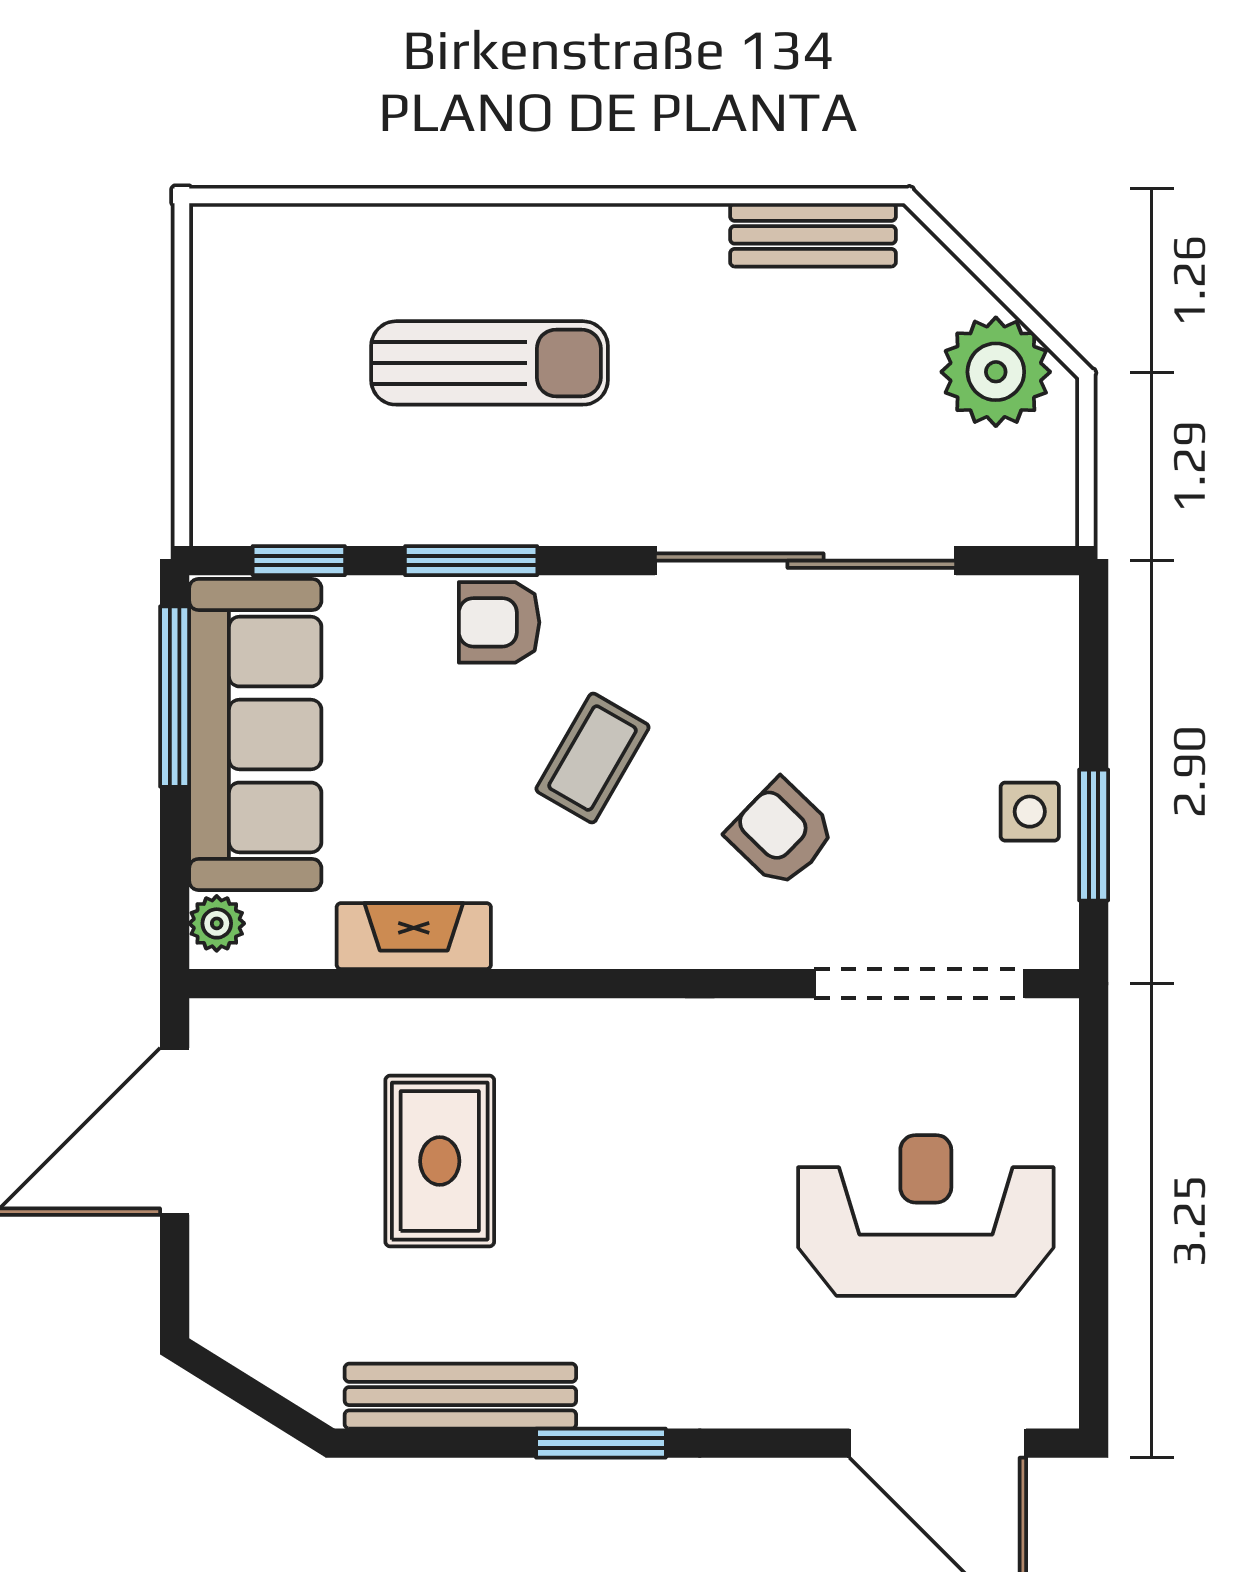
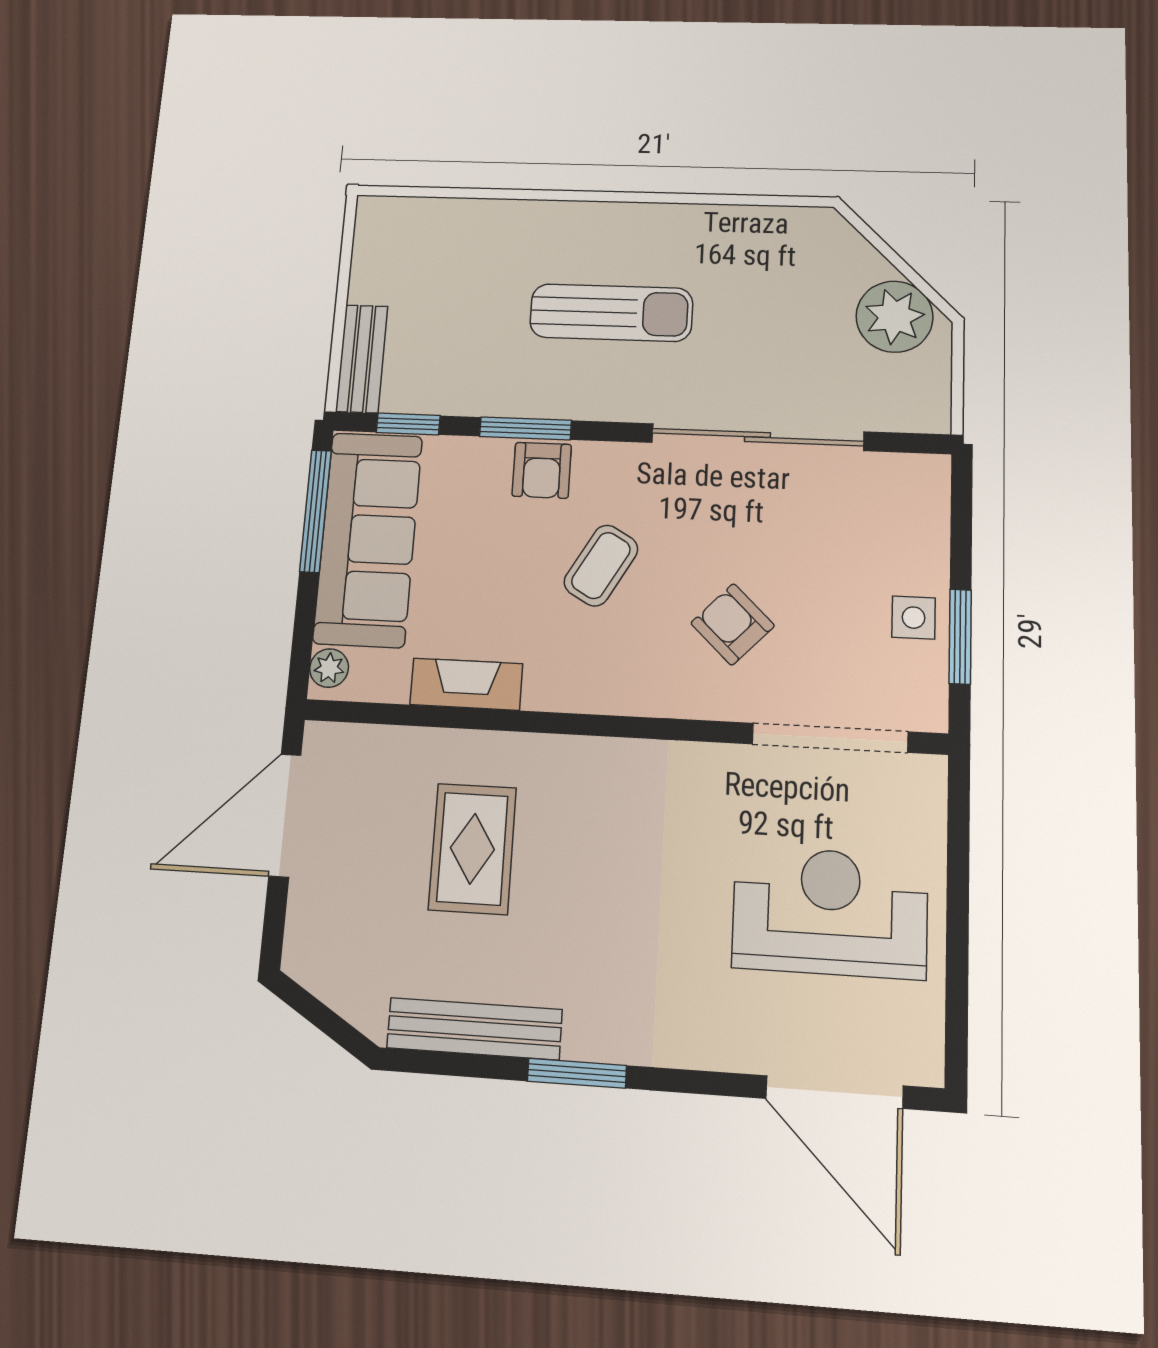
bench: (813, 235) -> (362, 359), moved, turned 90
sun lounger: (489, 363) -> (611, 313), moved
armchair: (499, 622) -> (542, 470), turned -90

